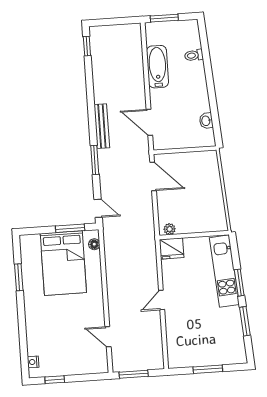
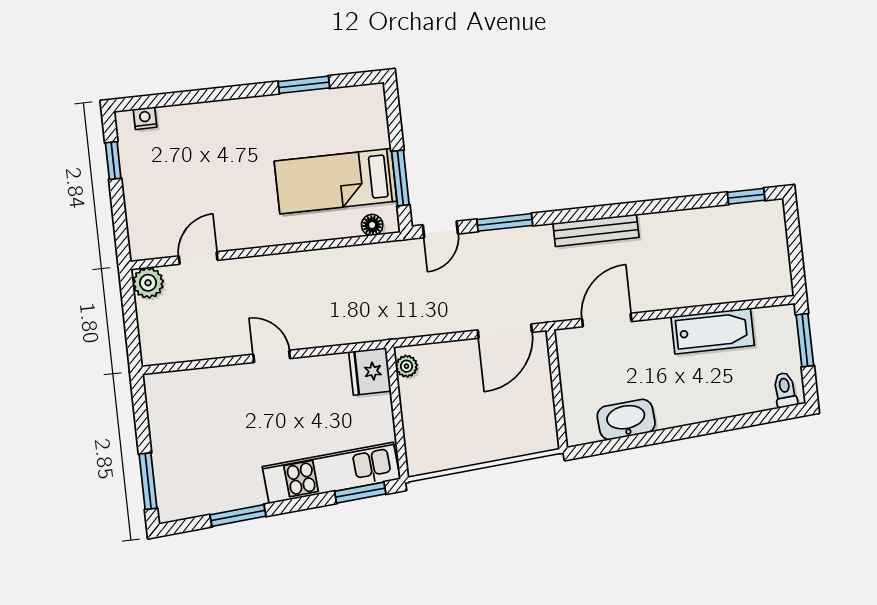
toilet: (194, 55) -> (785, 390), moved
washbasin: (206, 121) -> (626, 420), width x1.91, depth x1.45
window: (95, 160) -> (505, 222), moved
bed: (63, 263) -> (336, 181), width x0.67
window: (239, 283) -> (360, 493), moved
plant: (120, 364) -> (148, 283), added
window: (208, 369) -> (148, 481), moved
window: (134, 374) -> (129, 309), removed

